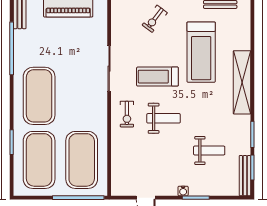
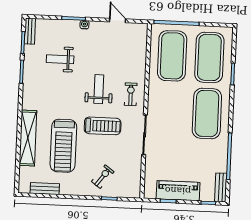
treadmill: (201, 52) -> (63, 146), turned 180
shelving: (242, 82) -> (28, 138), moved
weight bench: (164, 118) -> (99, 89), turned 90
bench: (245, 176) -> (30, 31), width x0.73

